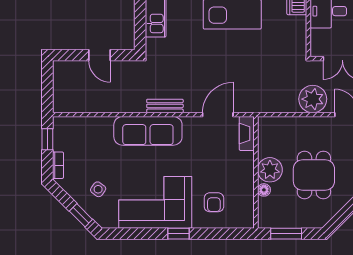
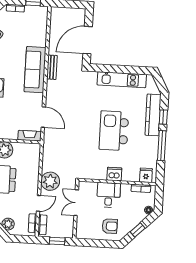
door: (100, 55) -> (88, 40), width x1.87
bench: (165, 106) -> (52, 67), moved

